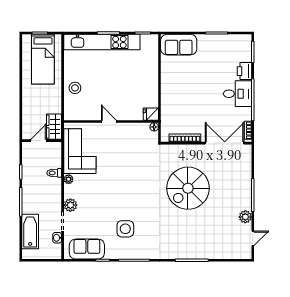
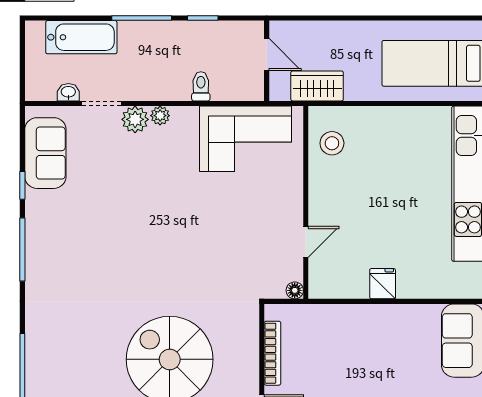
stool: (75, 88) -> (332, 143), moved
fridge: (151, 114) -> (383, 284), moved
door: (109, 122) -> (306, 242), moved
wardrobe: (54, 127) -> (317, 86), moved
plant: (69, 179) -> (160, 116), moved
side table: (125, 229) -> (87, 231), removed

